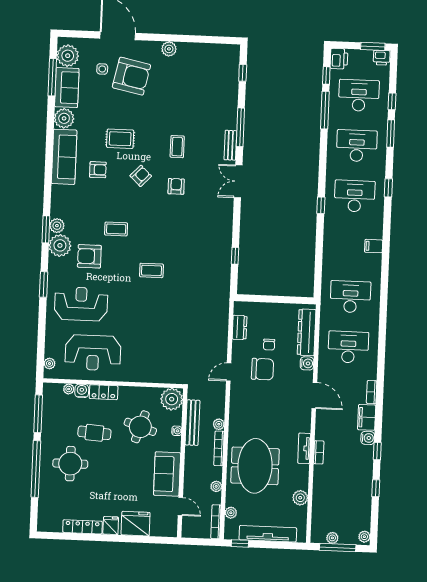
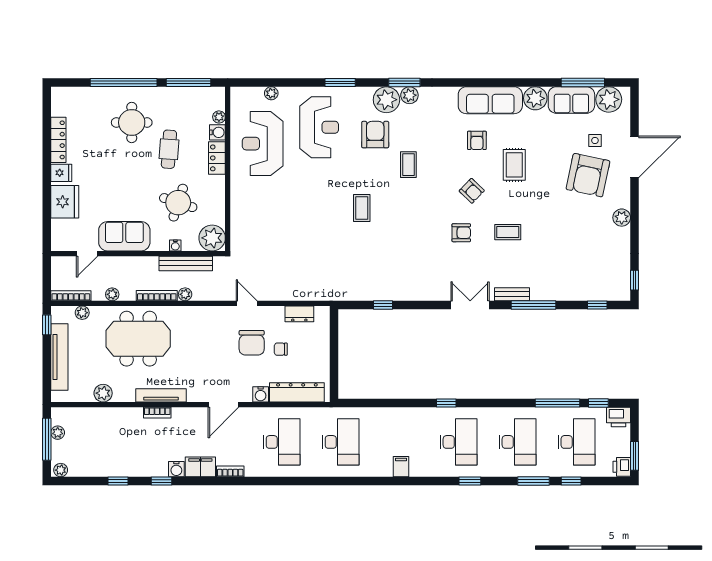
window: (223, 40) -> (635, 280), added
plant: (49, 364) -> (271, 93), moved
tv unit: (304, 448) -> (161, 395), width x1.41

